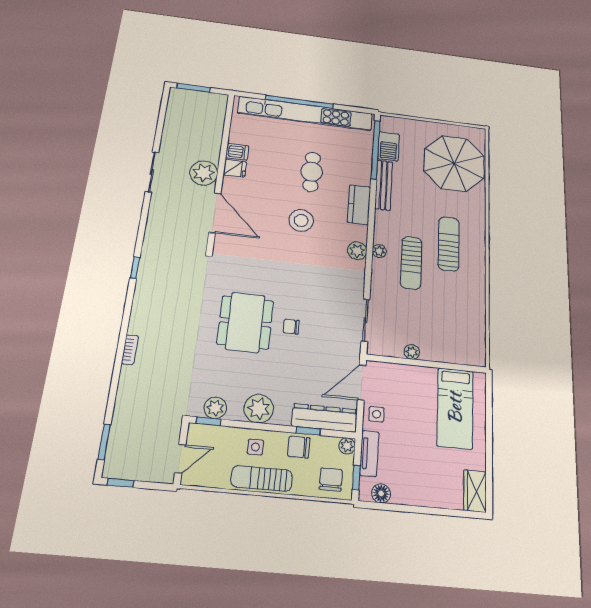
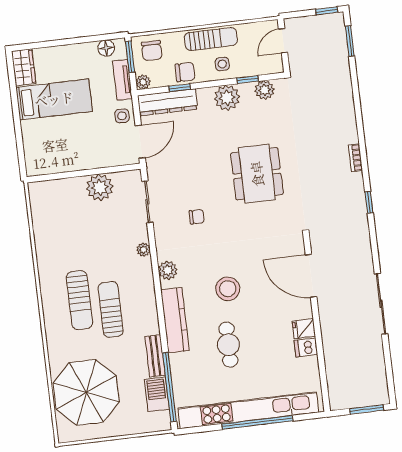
sliding door: (152, 172) -> (381, 304), width x1.37
plant: (204, 173) -> (332, 316), removed
bench: (384, 185) -> (155, 356), width x0.73
kitchen counter: (359, 205) -> (175, 320), width x1.50
plant: (379, 251) -> (143, 250), moved
sun lounger: (411, 263) -> (111, 309), moved
chair: (291, 327) -> (197, 217), moved
bookcase: (130, 350) -> (355, 158), moved
plant: (412, 352) -> (100, 187), width x1.87, depth x1.87
bed: (455, 408) -> (54, 99), moved, turned 90
window: (209, 421) -> (248, 80), moved
window: (356, 478) -> (130, 57), width x1.50

